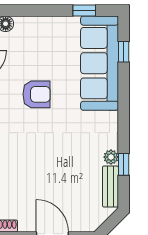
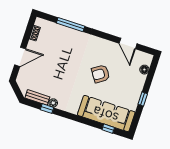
window: (84, 11) -> (143, 99), moved
armchair: (37, 94) -> (101, 74), turned 56

